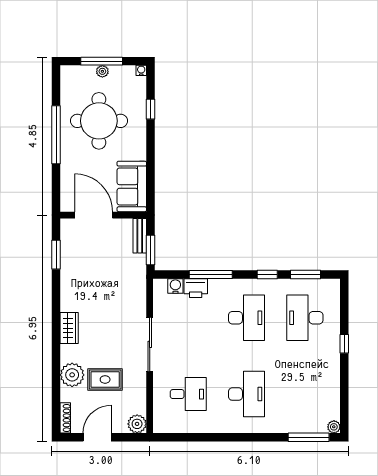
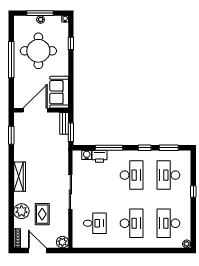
door: (94, 215) -> (35, 110), hinge flipped
wardrobe: (69, 328) -> (20, 177), width x1.50
rug: (105, 379) -> (42, 214), turned 90
desk: (305, 394) -> (168, 223), added
door: (97, 437) -> (37, 251), hinge flipped
window: (309, 437) -> (171, 251), removed

